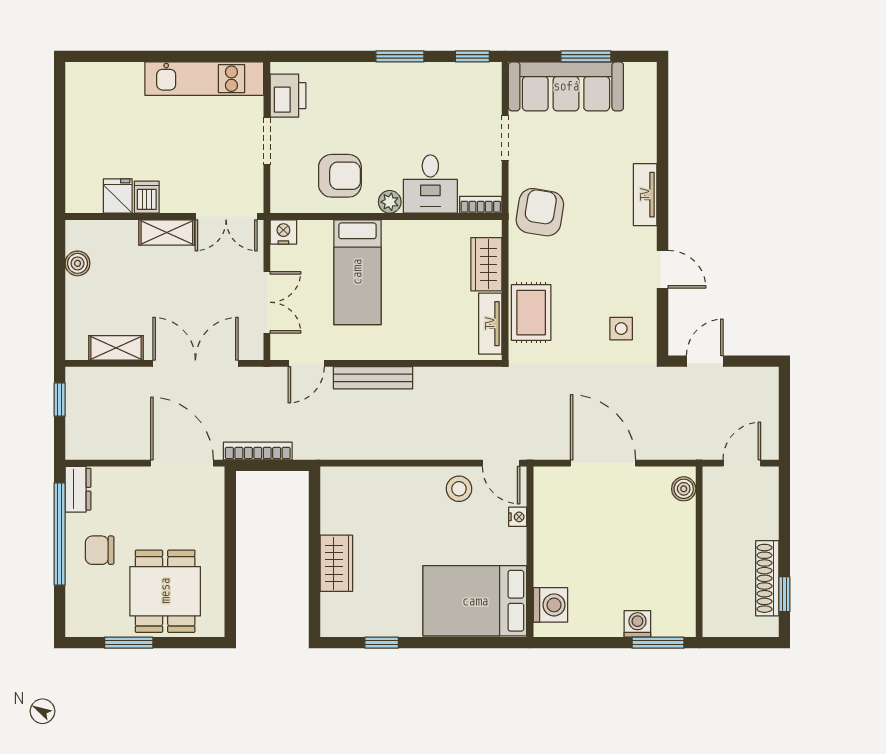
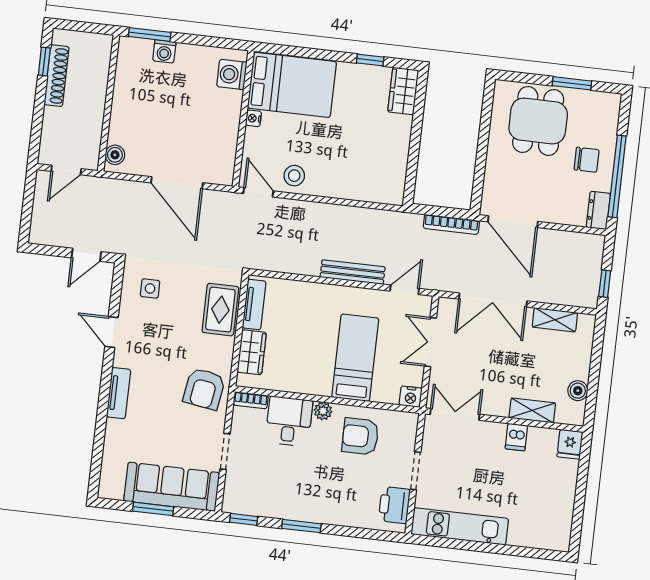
fridge: (118, 196) -> (570, 444), moved
shelving: (167, 232) -> (532, 410), moved
nightstand: (518, 517) -> (253, 118), moved
wardrobe: (336, 563) -> (403, 91), moved

